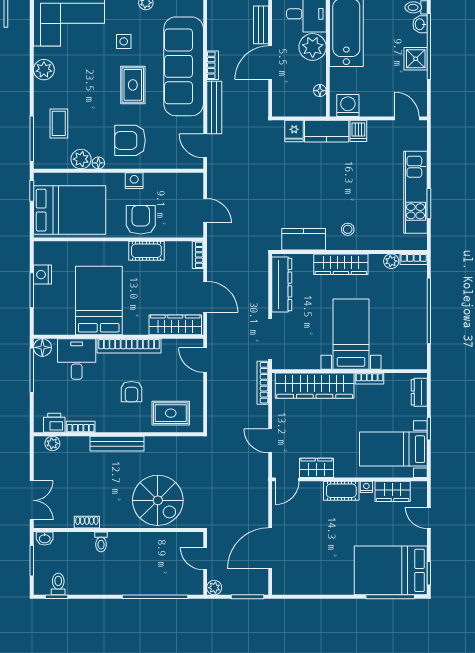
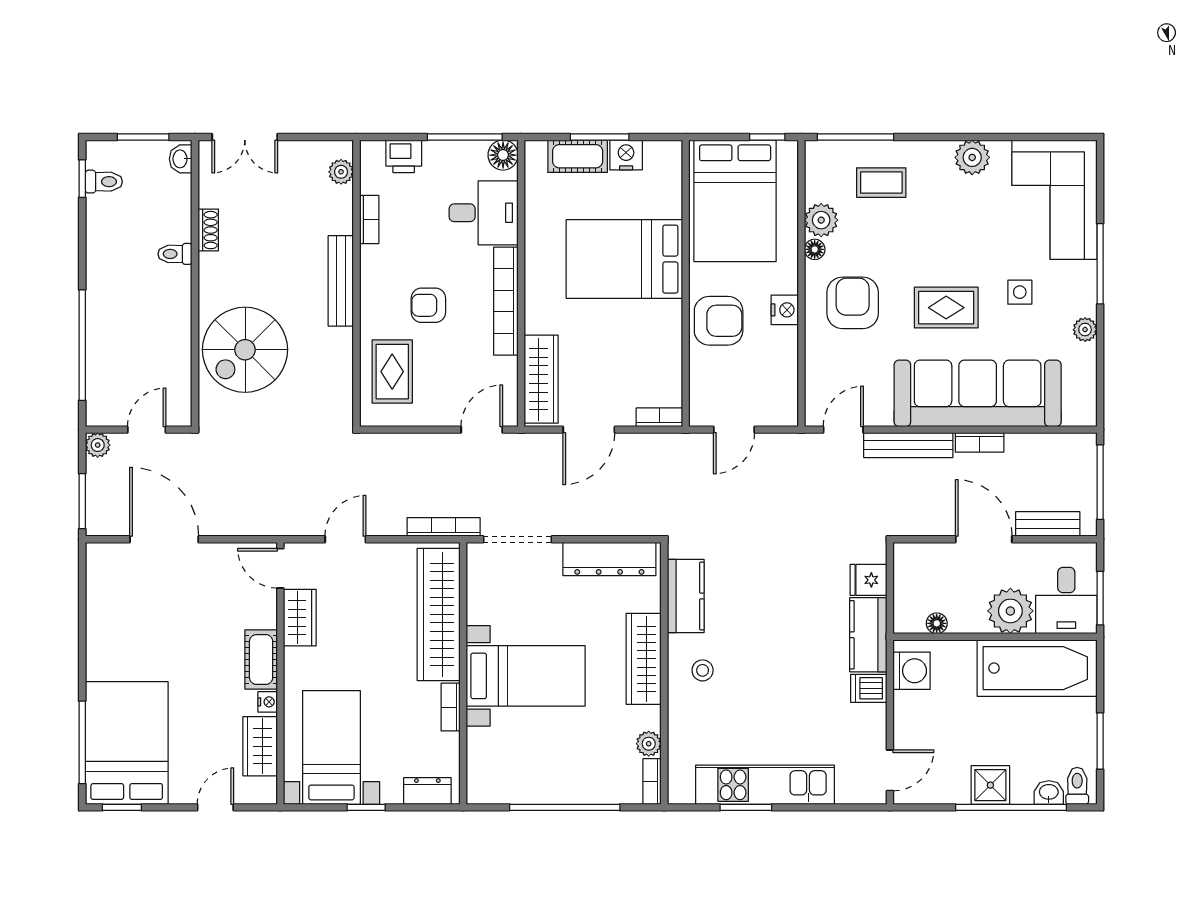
cot: (146, 251) -> (578, 156), moved, turned 90
bed: (99, 301) -> (624, 259), moved, turned 180
printer: (54, 423) -> (404, 156), moved, turned 90

